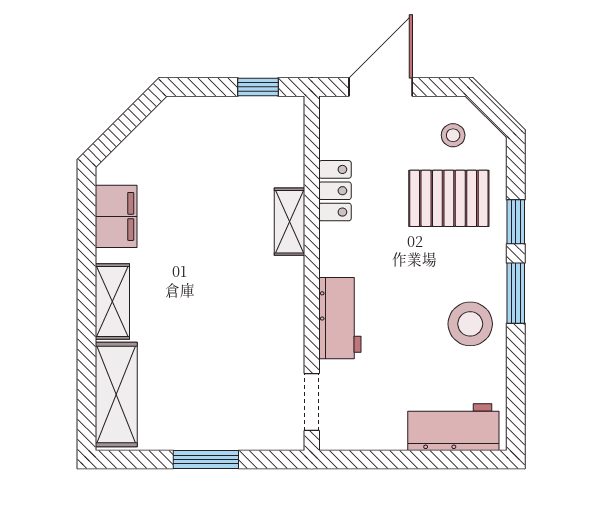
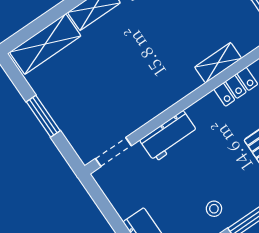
shelving: (289, 222) -> (218, 63), moved
stool: (470, 324) -> (214, 209), width x0.53, depth x0.53

